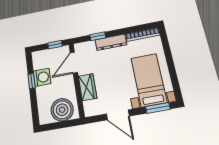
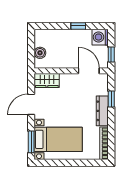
washing machine: (42, 77) -> (100, 37), moved, turned 90
wardrobe: (87, 87) -> (47, 80), moved
boiler: (62, 110) -> (40, 53), width x0.54, depth x0.54

